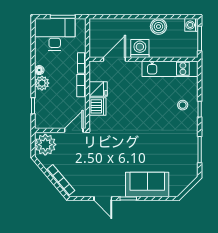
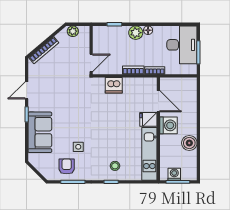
washing machine: (191, 25) -> (174, 174), moved
fridge: (98, 89) -> (148, 119), moved, turned 90
door: (74, 130) -> (91, 63), hinge flipped
side table: (162, 144) -> (78, 147), added
plant: (45, 145) -> (73, 31), width x0.53, depth x0.53
armchair: (183, 156) -> (67, 166), added

